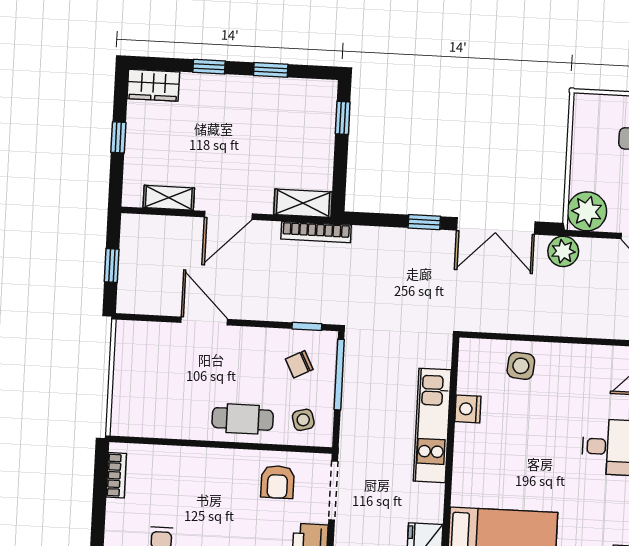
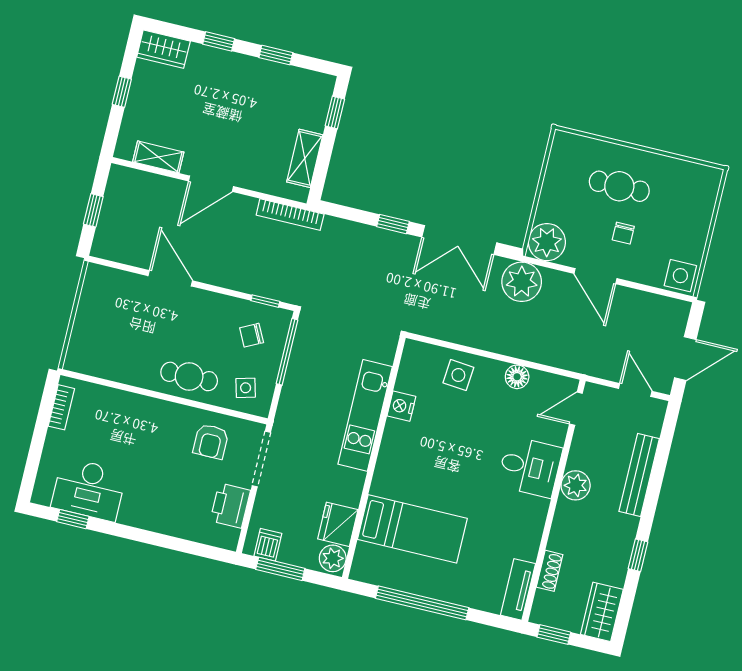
shelving: (303, 203) -> (305, 158), moved, turned 90
plant: (563, 251) -> (522, 282), width x1.36, depth x1.36
floor lamp: (582, 356) -> (517, 377), added

